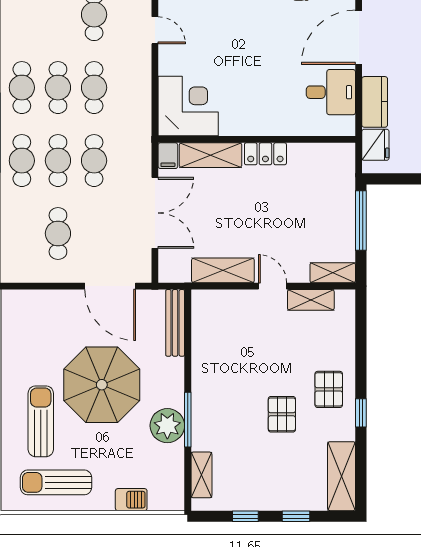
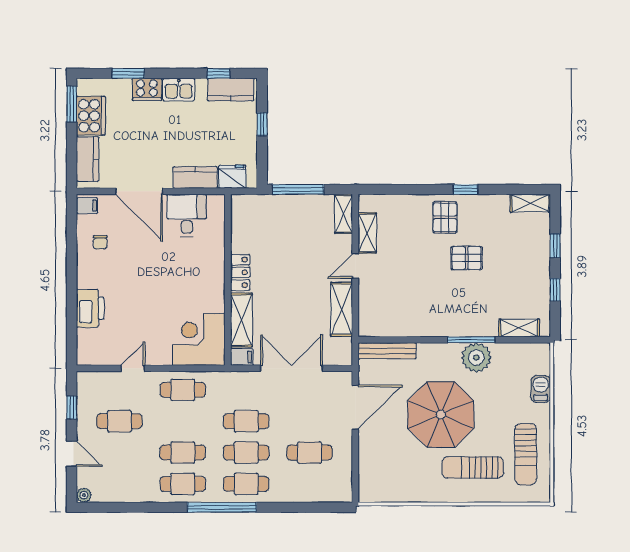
cafe table: (94, 88) -> (183, 390), moved
pallet: (329, 389) -> (445, 217), turned 90
shelving: (342, 476) -> (530, 203), width x0.67, depth x0.75

